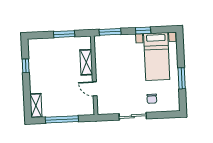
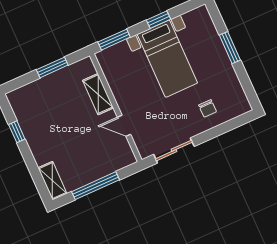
bed with nightstands: (157, 56) -> (167, 59), moved
window: (182, 78) -> (230, 48), moved
sliding door: (133, 116) -> (174, 150), moved

